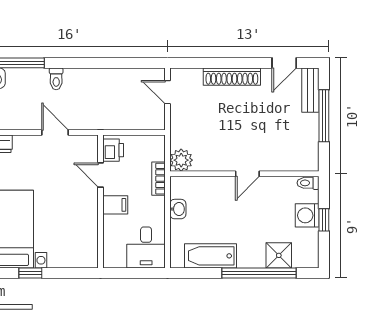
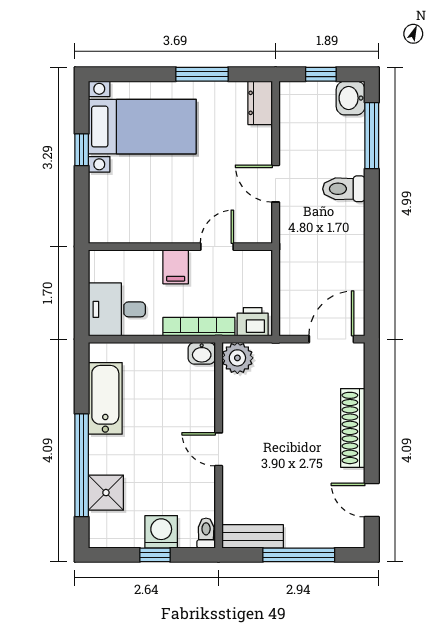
toilet: (56, 79) -> (344, 189), width x1.37, depth x1.39
bench: (310, 90) -> (253, 536), moved
door: (168, 92) -> (331, 339), width x1.38
door: (55, 132) -> (276, 184), swing flipped
printer: (113, 150) -> (253, 322), moved, turned 180
bookcase: (158, 179) -> (199, 327), width x1.56
washbasin: (178, 209) -> (202, 353), moved

